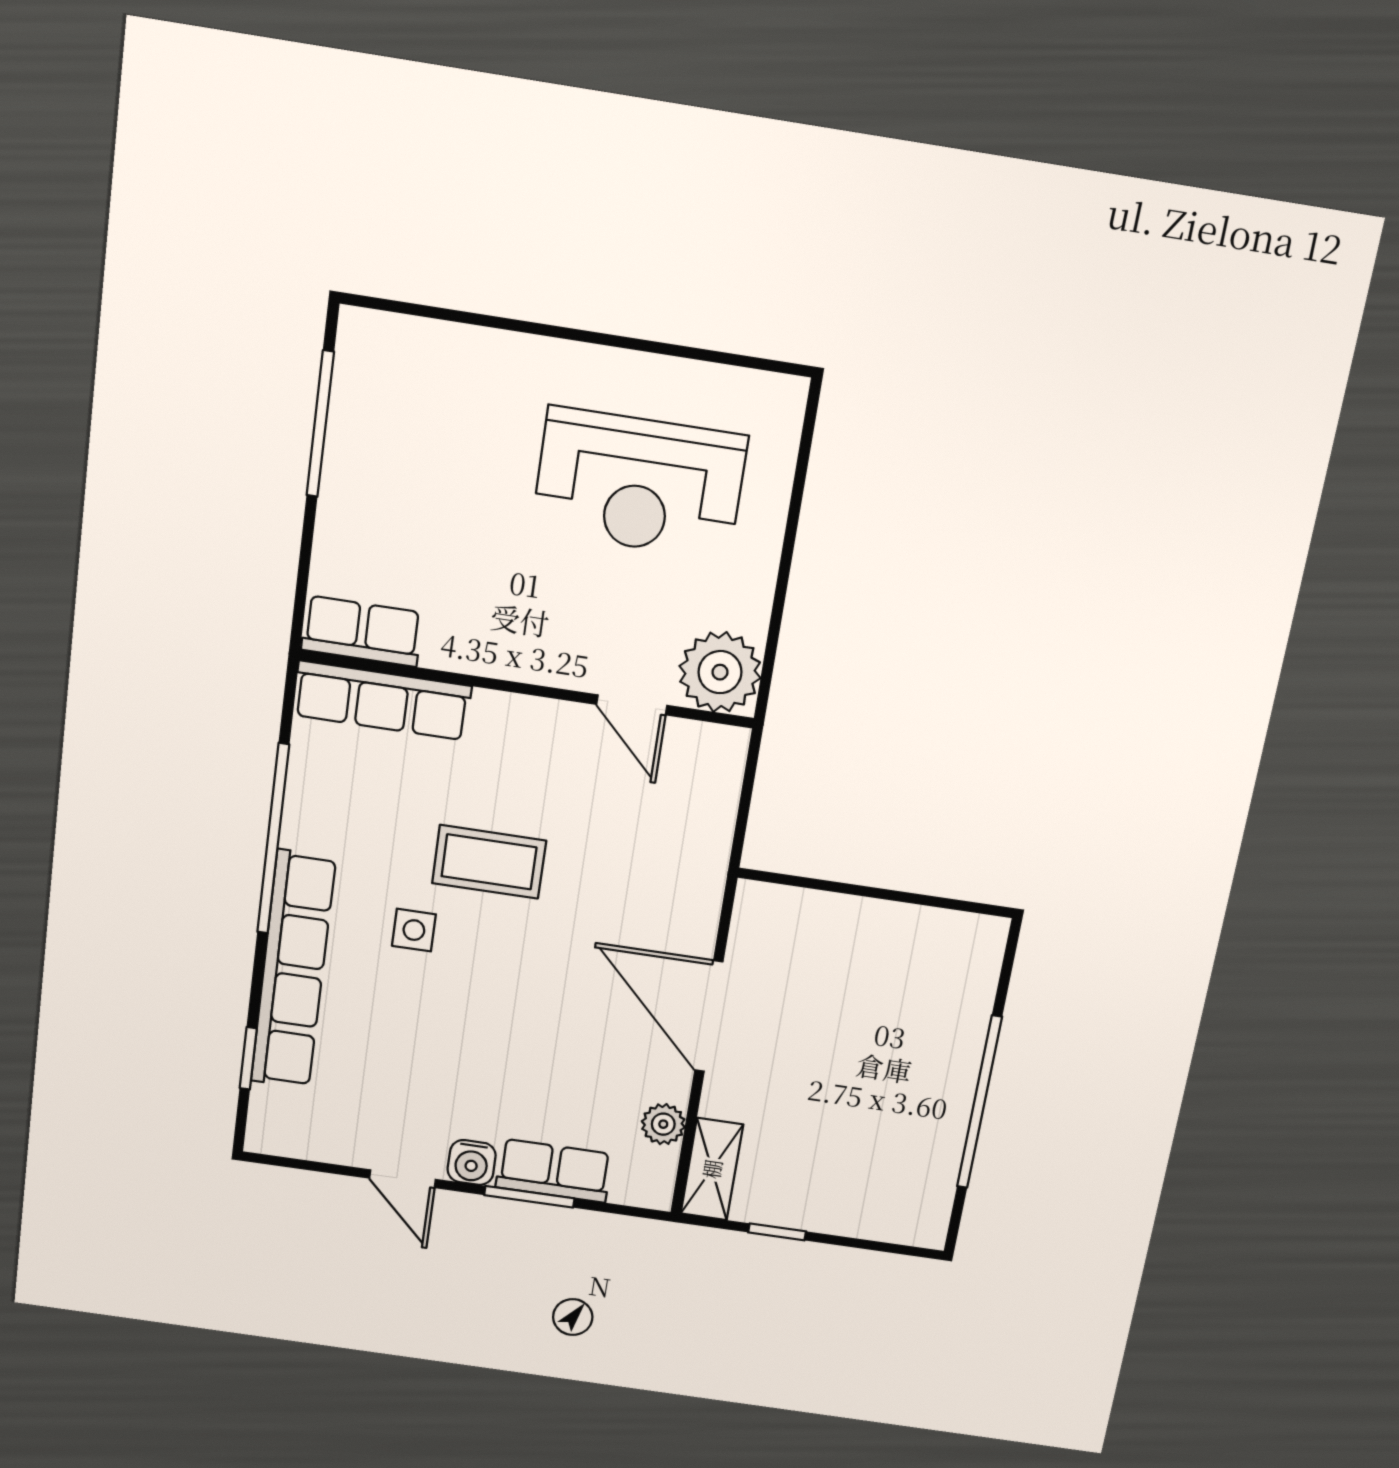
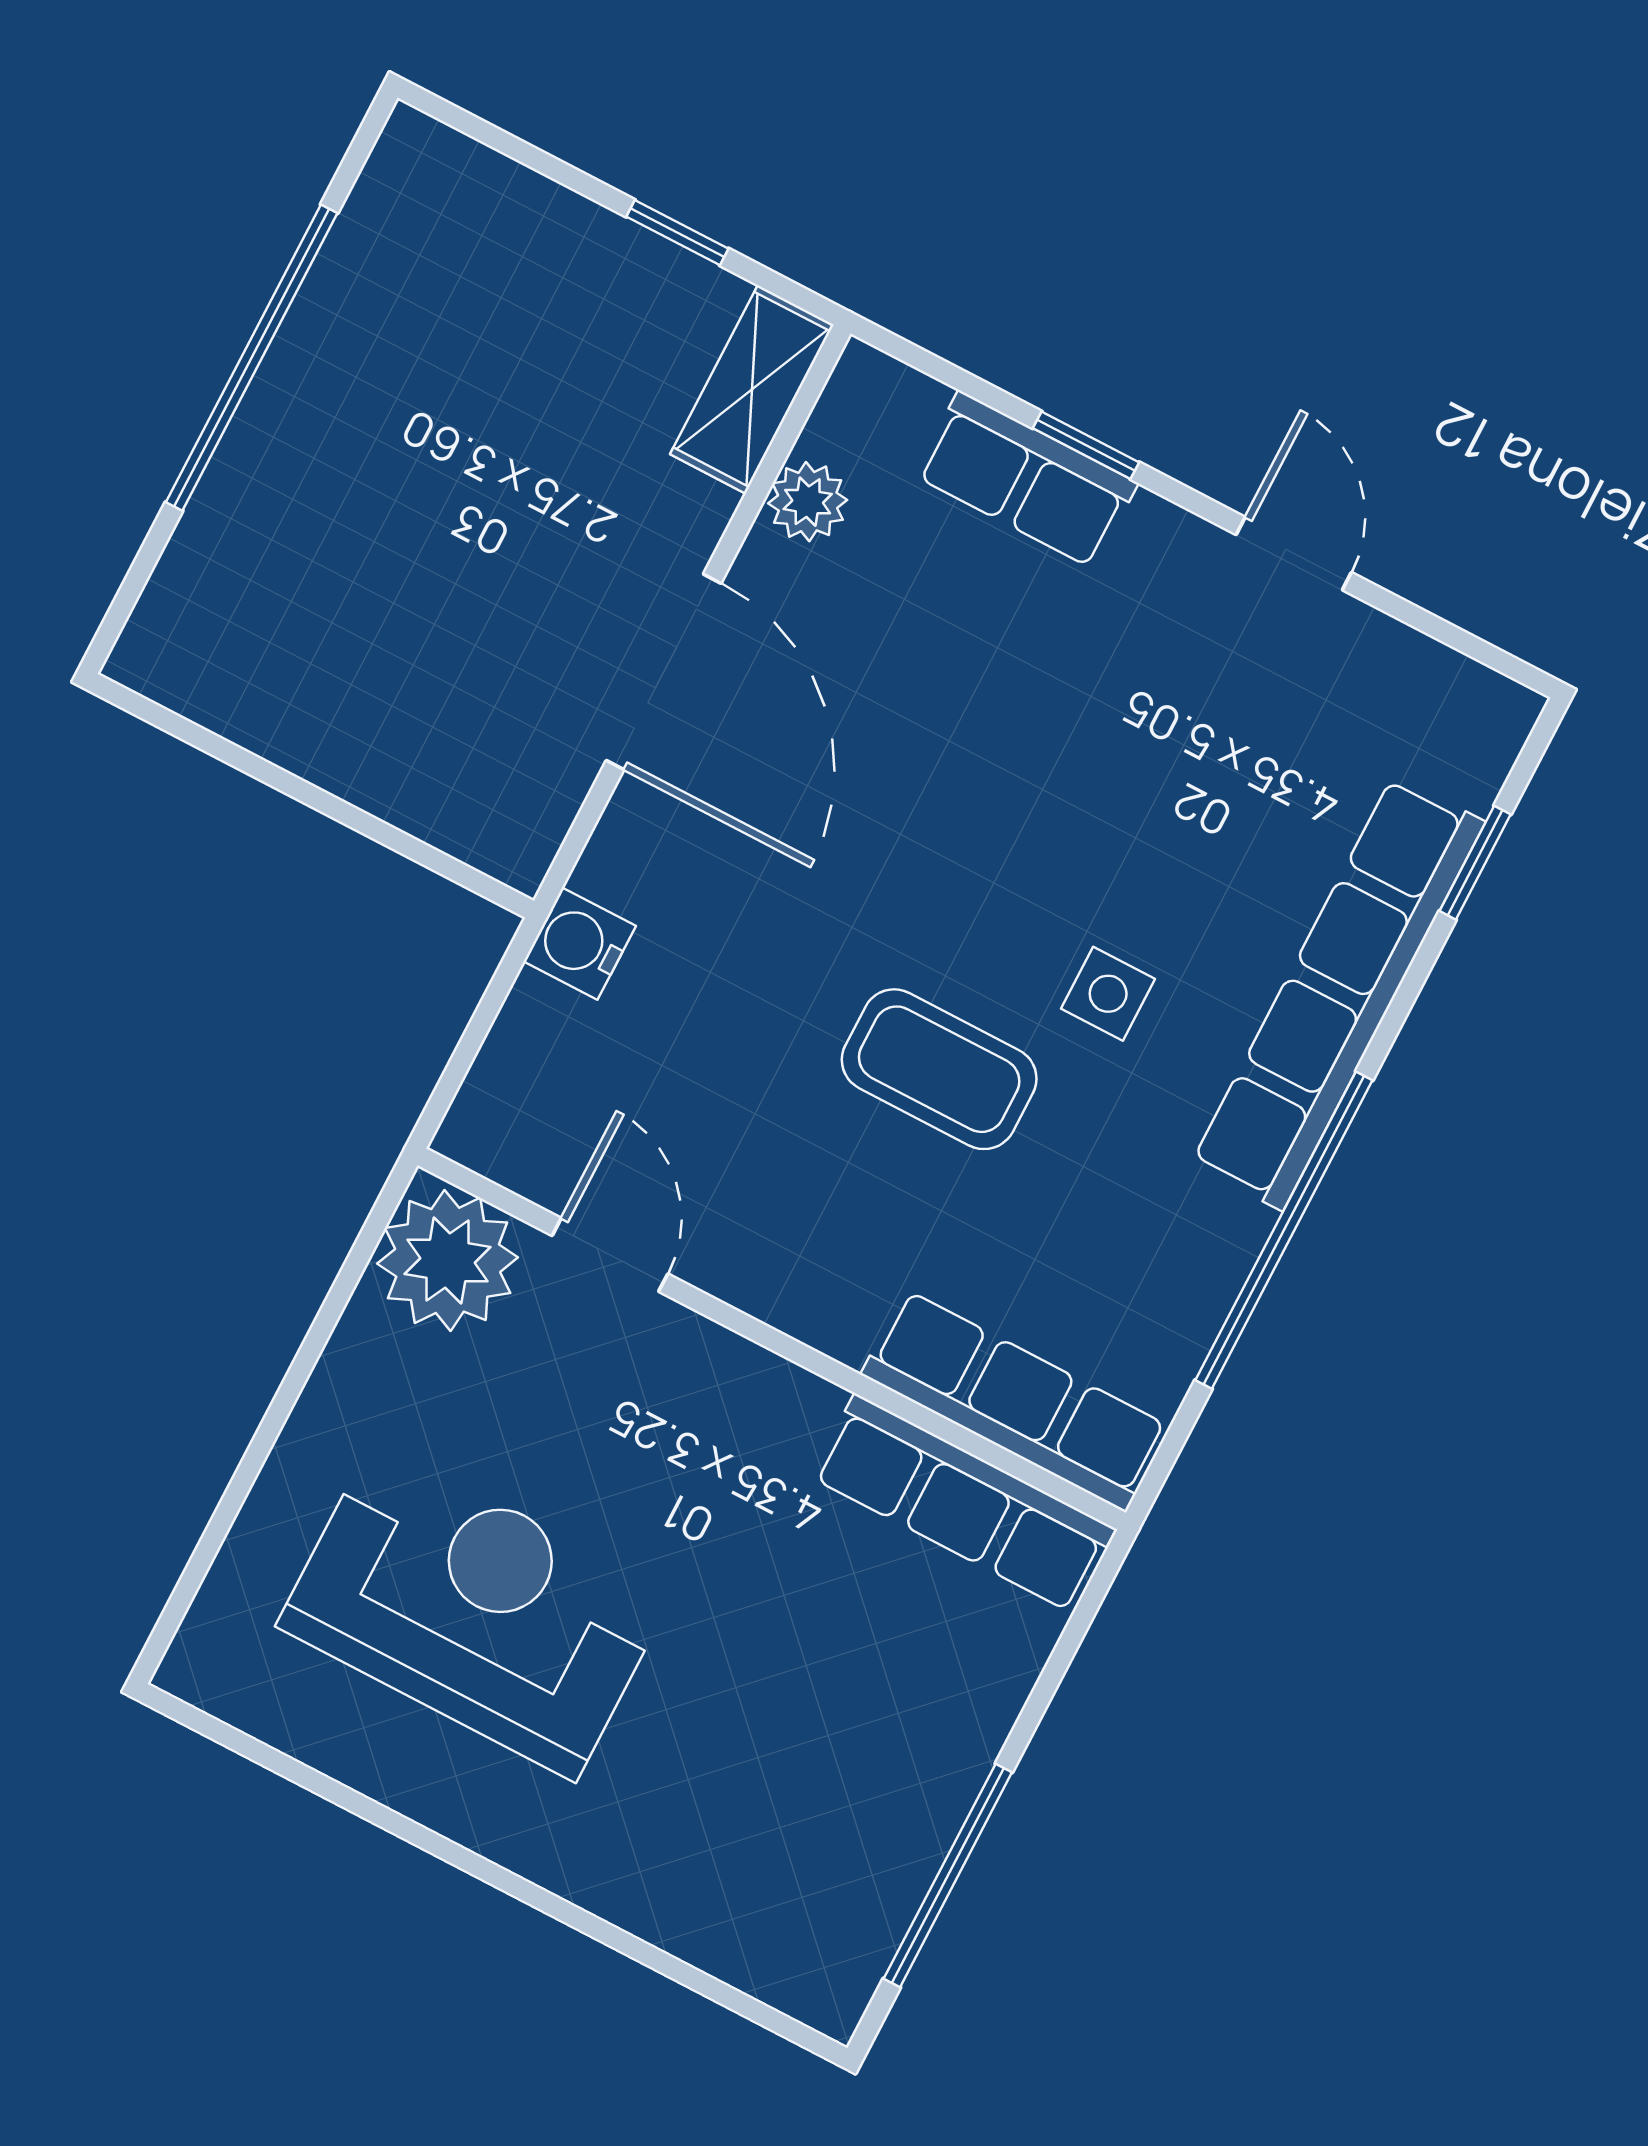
row of seats: (362, 631) -> (963, 1503), width x1.48
water cooler: (472, 1162) -> (580, 944), moved, turned -90
window: (529, 1197) -> (1086, 445), width x0.67

